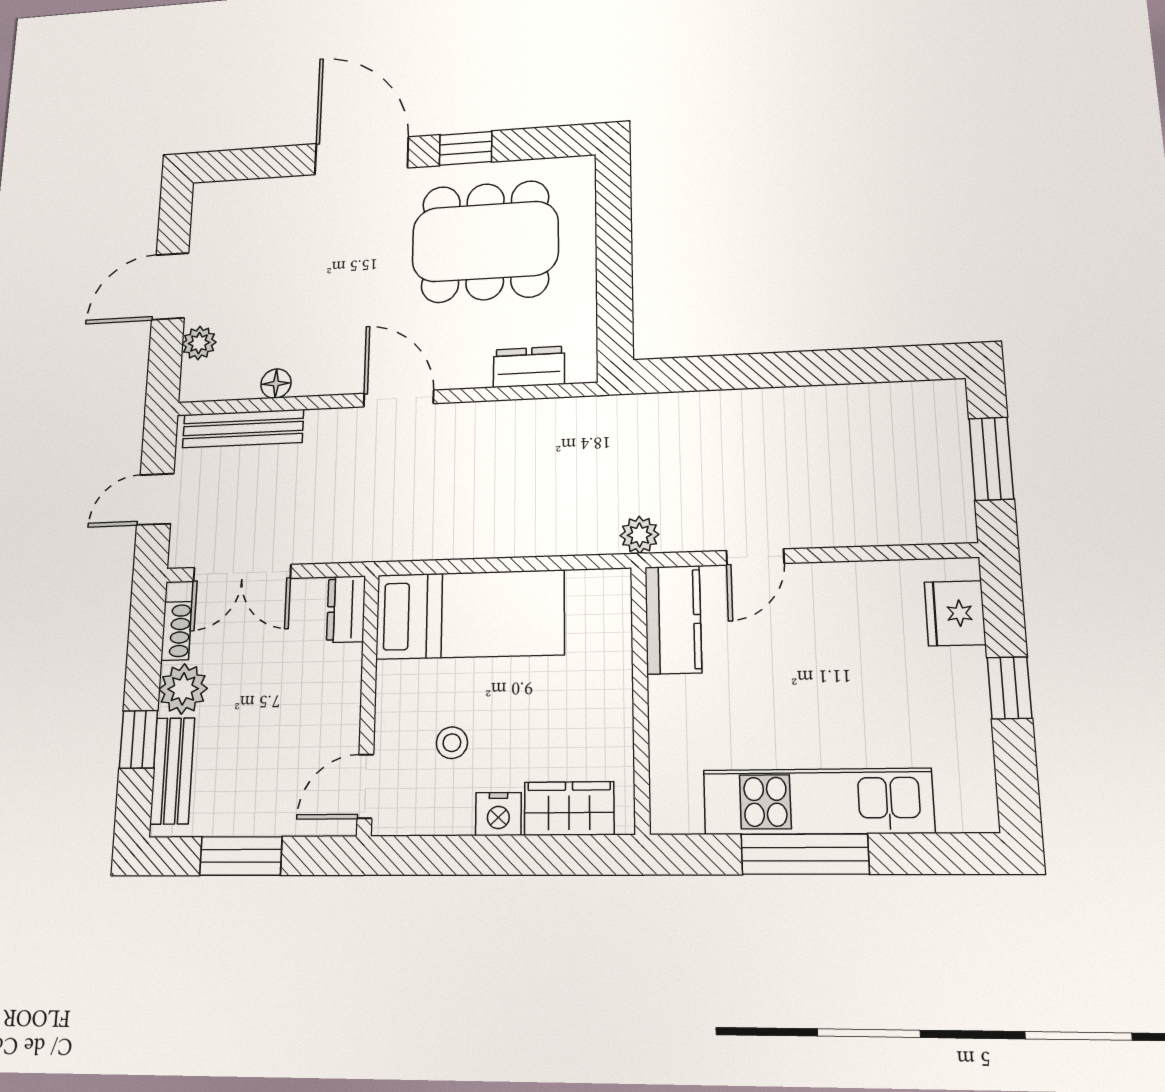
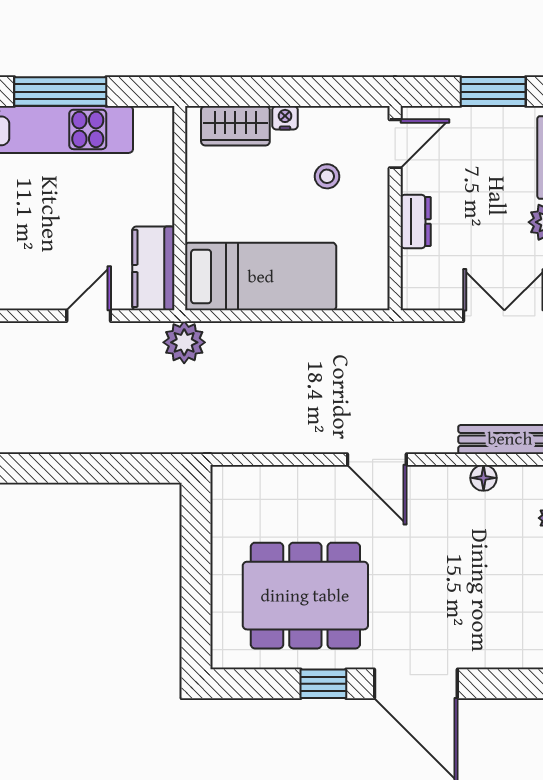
dresser: (529, 367) -> (267, 481), removed
plant: (640, 535) -> (184, 342), width x1.38, depth x1.38
dresser: (346, 609) -> (416, 221), moved
bed: (470, 615) -> (261, 277), moved, turned 180
nightstand: (498, 814) -> (285, 118), width x0.72, depth x0.74

